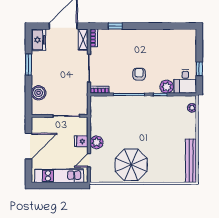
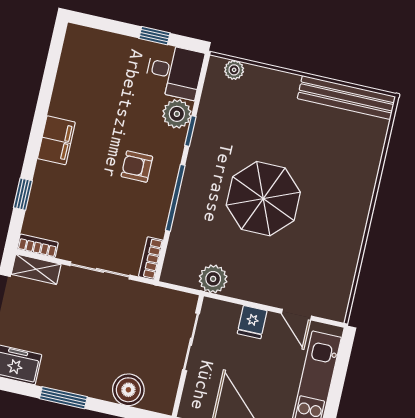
filing cabinet: (143, 36) -> (56, 140), added
plant: (97, 142) -> (213, 279), moved
parasol: (131, 165) -> (263, 199), moved

